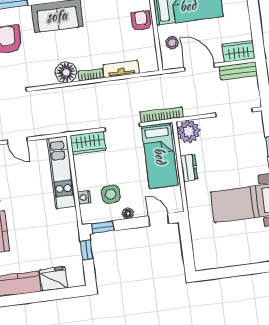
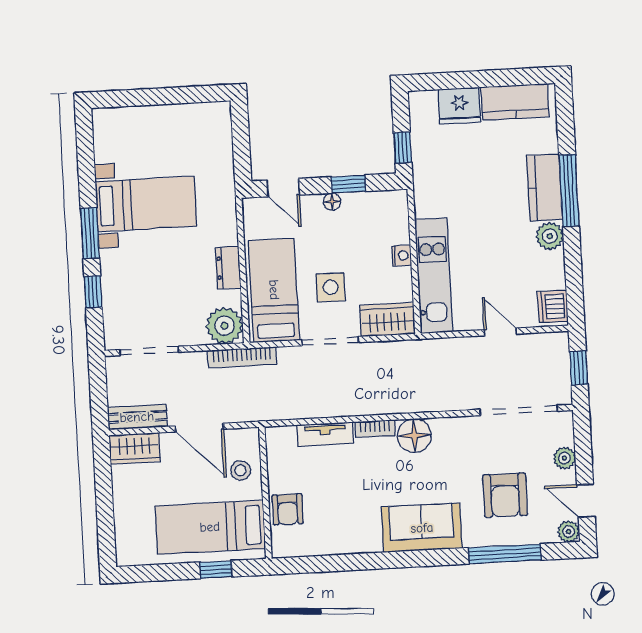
bookcase: (161, 115) -> (242, 357), moved
side table: (111, 194) -> (331, 287), moved
nightstand: (84, 197) -> (402, 255), moved
window: (103, 227) -> (348, 184), moved

